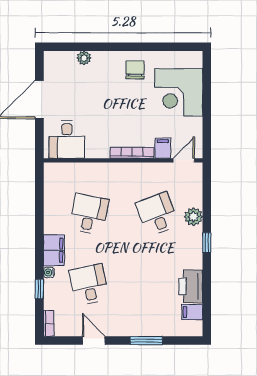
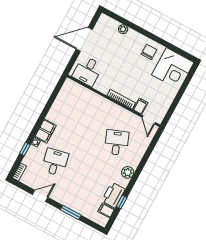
corner desk: (179, 92) -> (173, 69), moved, turned -90
door: (184, 160) -> (149, 120), swing flipped
desk: (89, 214) -> (77, 121), removed
plant: (193, 217) -> (128, 172), moved
window: (207, 243) -> (122, 202), moved
door: (94, 341) -> (40, 196), hinge flipped

